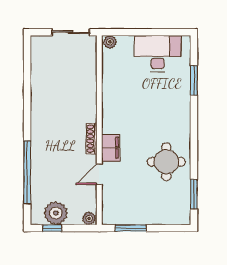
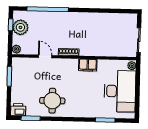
desk: (158, 54) -> (120, 91), width x1.36, depth x1.30
filing cabinet: (111, 148) -> (88, 65), moved
printer: (181, 213) -> (18, 110), added

